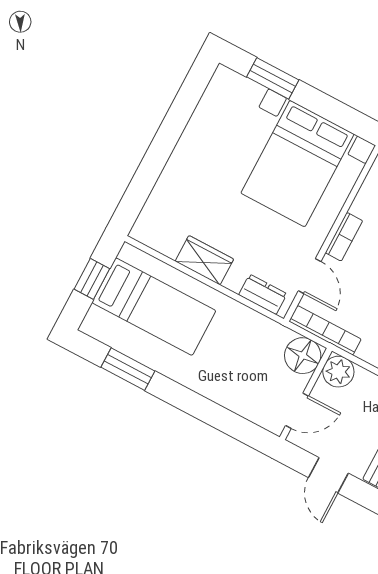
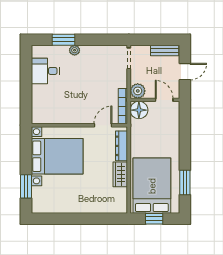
bookcase: (344, 237) -> (78, 119), removed
dresser: (263, 294) -> (122, 146), width x1.44
bed: (154, 307) -> (152, 186), width x1.50

